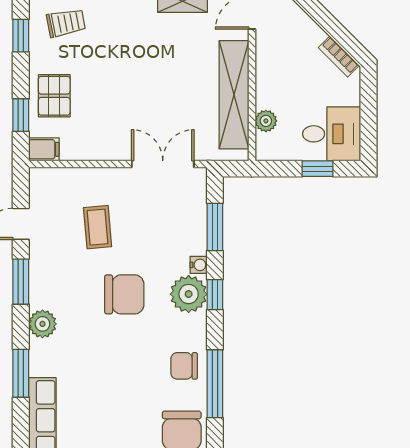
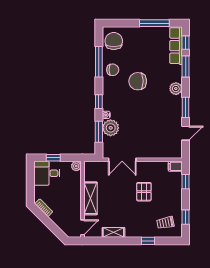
shelving: (234, 95) -> (90, 198), width x0.68
pallet: (54, 96) -> (144, 192), moved
plant: (266, 121) -> (76, 166), moved
coffee table: (98, 227) -> (151, 132), removed
chair: (124, 294) -> (138, 81), moved
plant: (189, 294) -> (111, 128), moved
window: (21, 427) -> (186, 43), added

